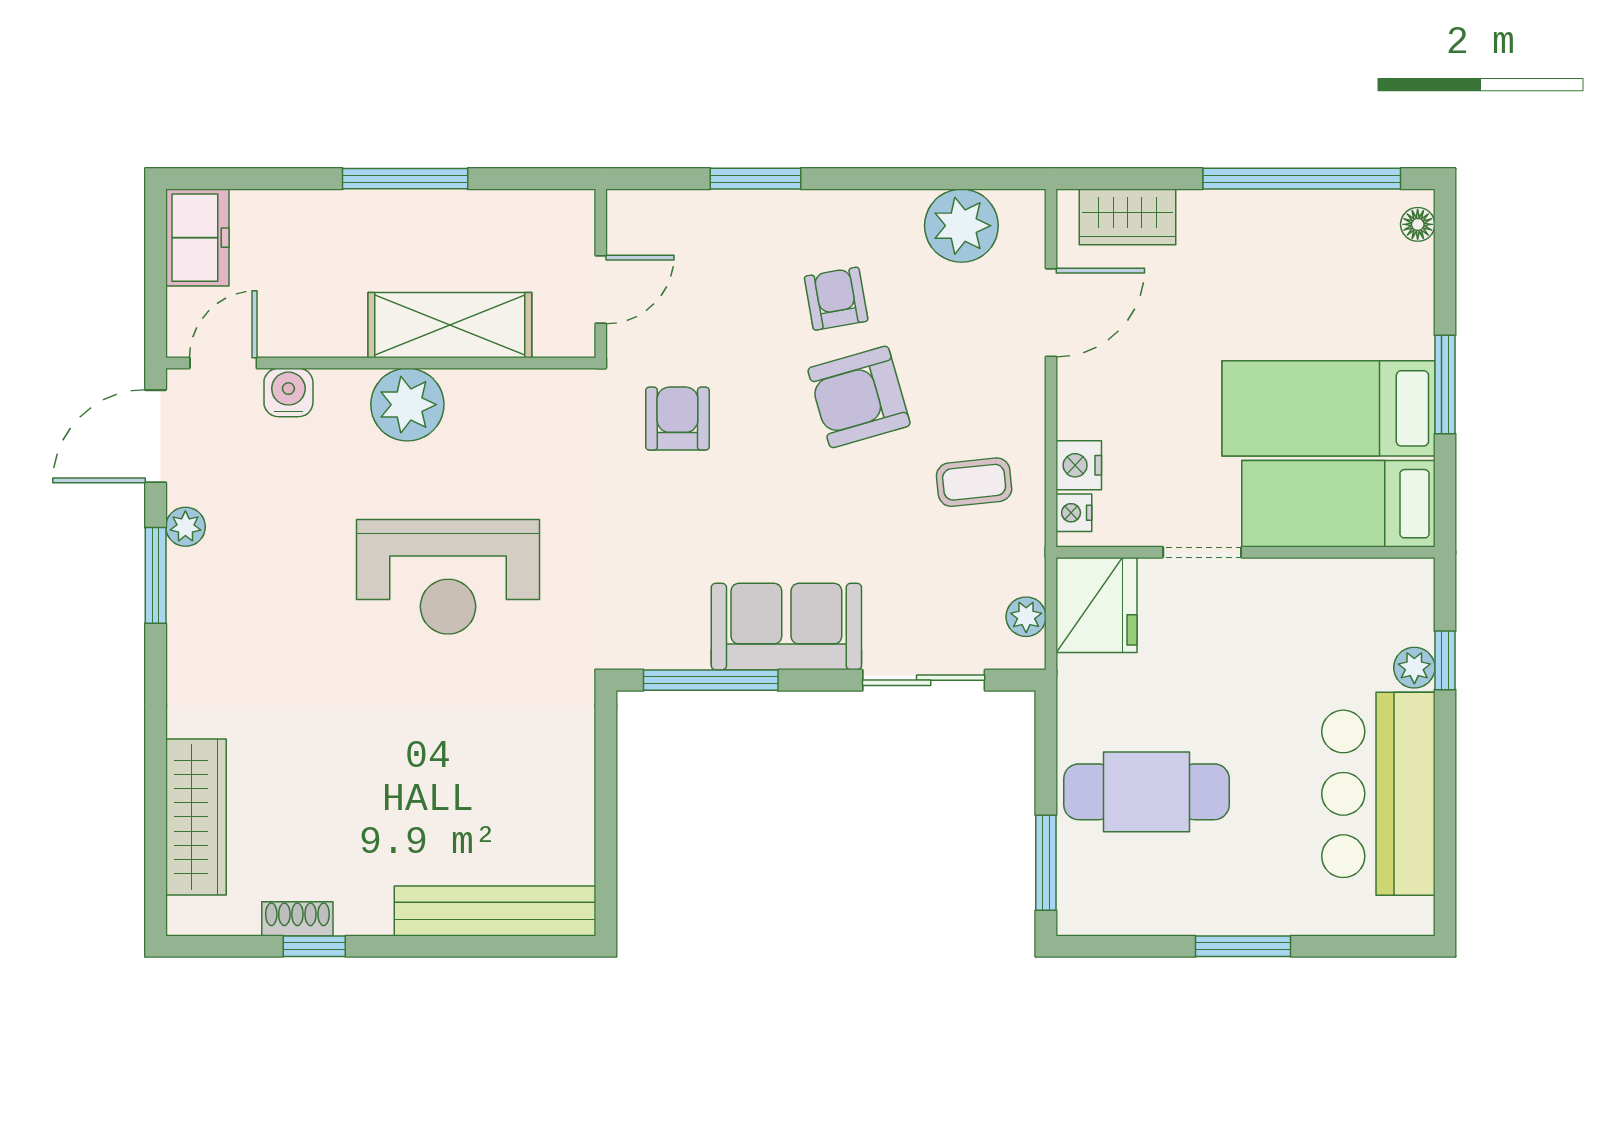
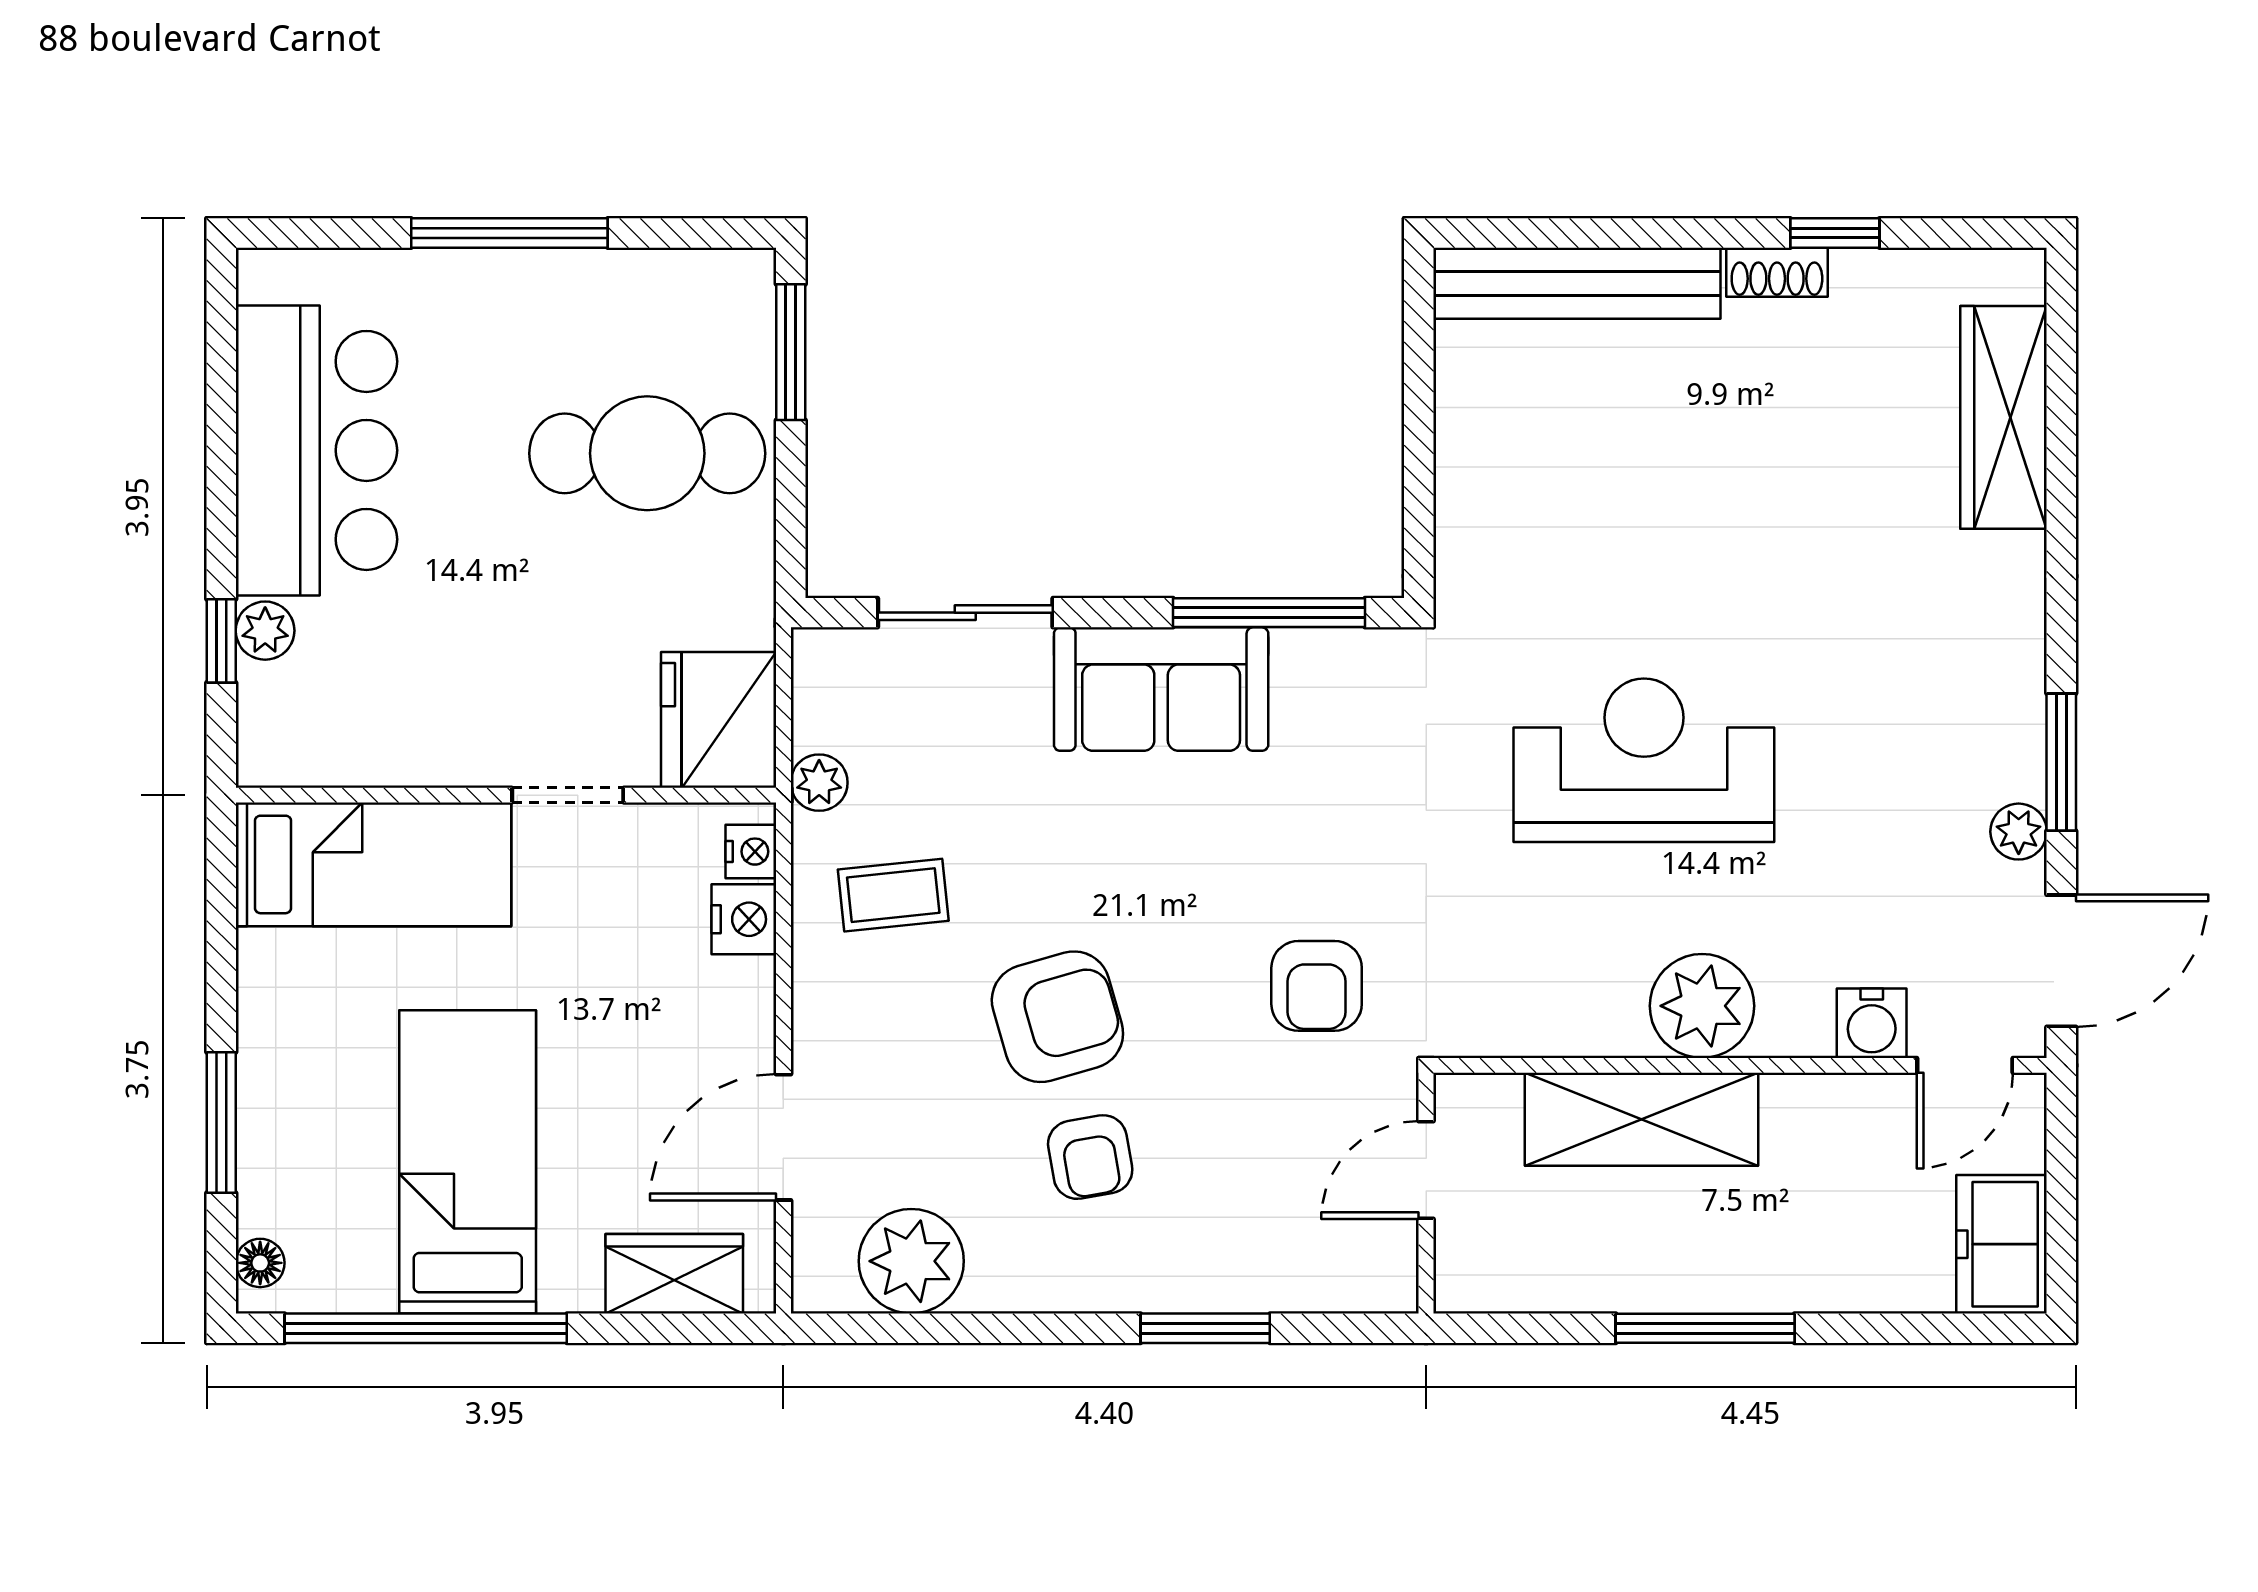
window: (1445, 385) -> (221, 1122), moved
bed: (1328, 408) -> (468, 1162), moved, turned -90
plant: (1026, 617) -> (819, 783), moved
shoe rack: (297, 919) -> (1777, 272), moved
window: (1243, 946) -> (509, 233), width x1.44

